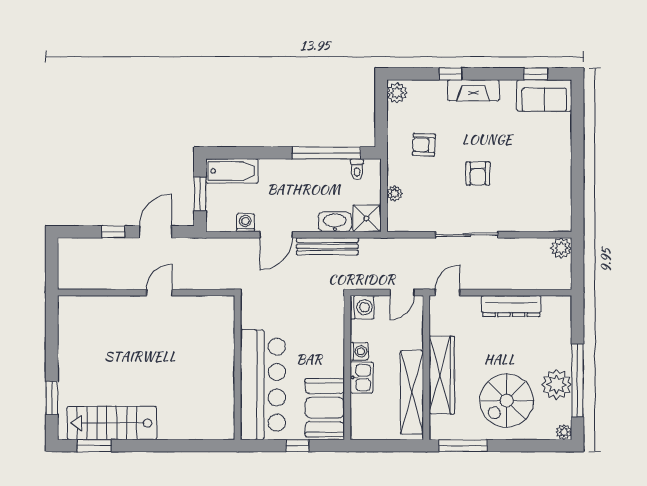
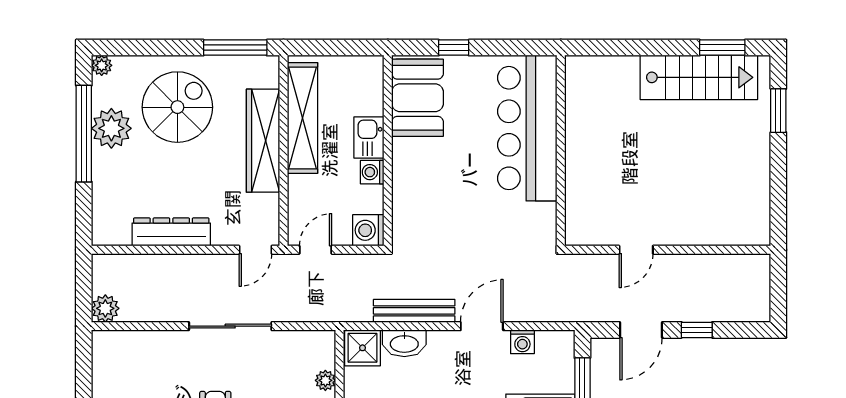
wall: (238, 368) -> (561, 151), moved
bar counter: (263, 385) -> (527, 128), moved

